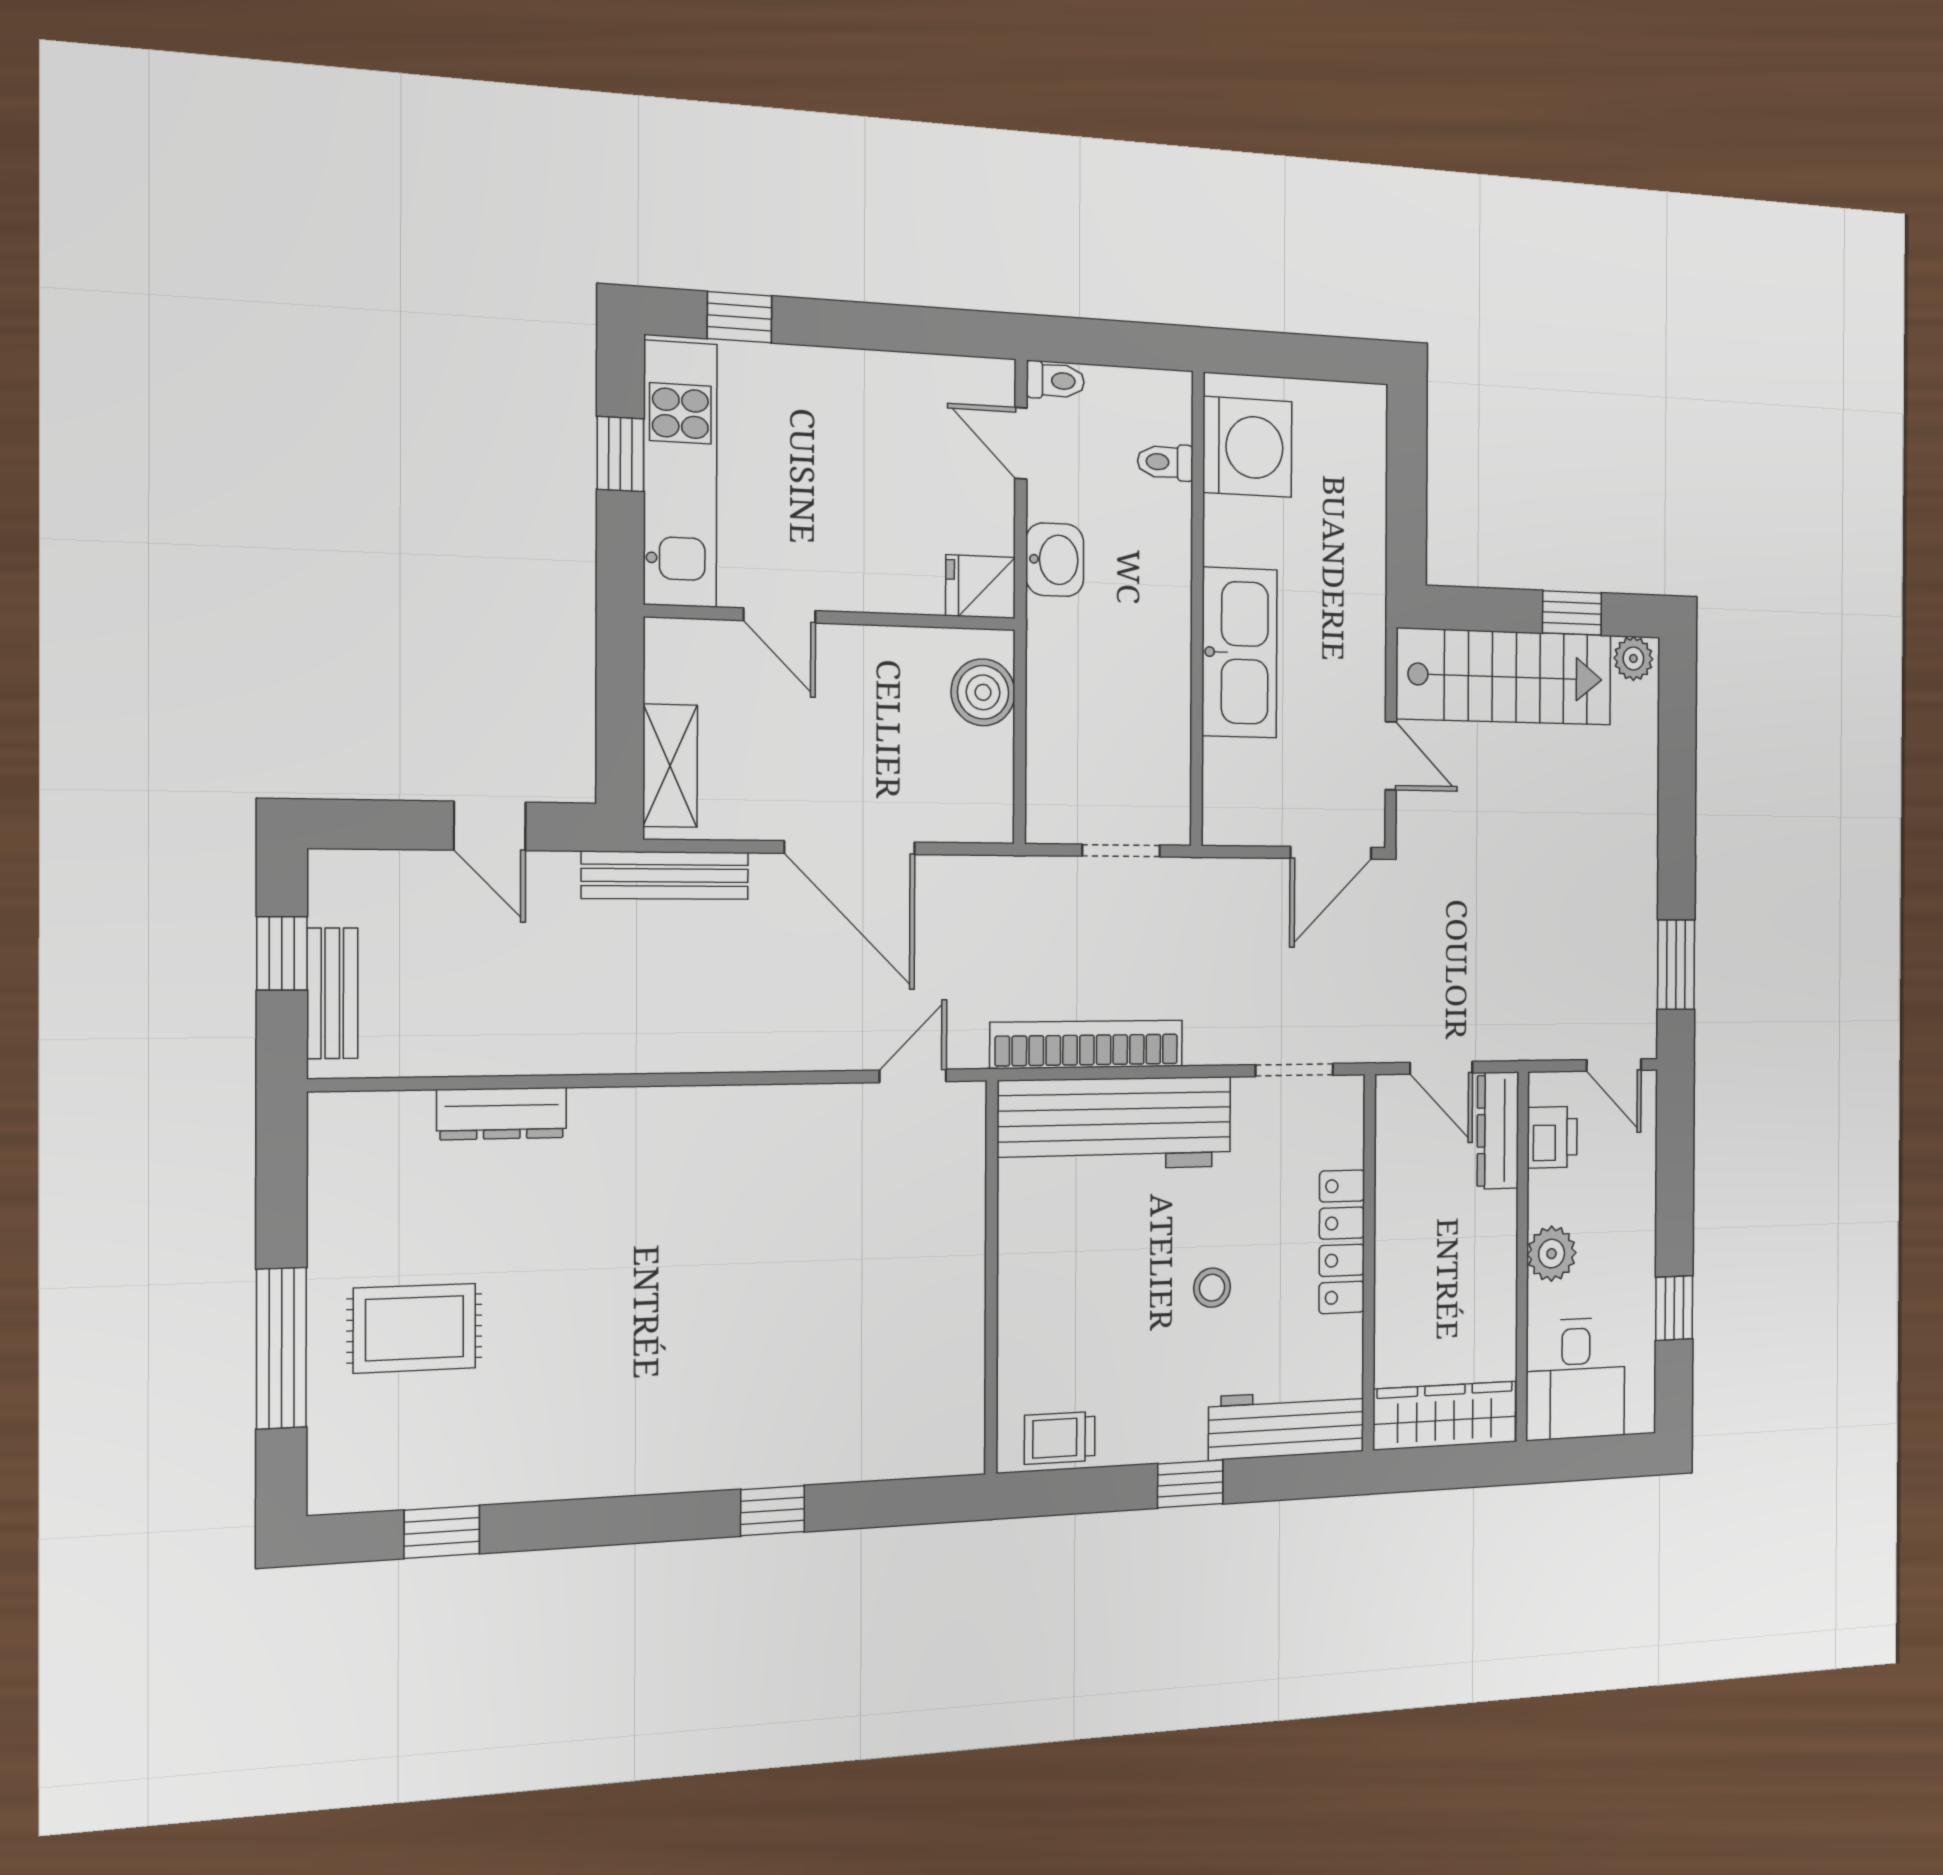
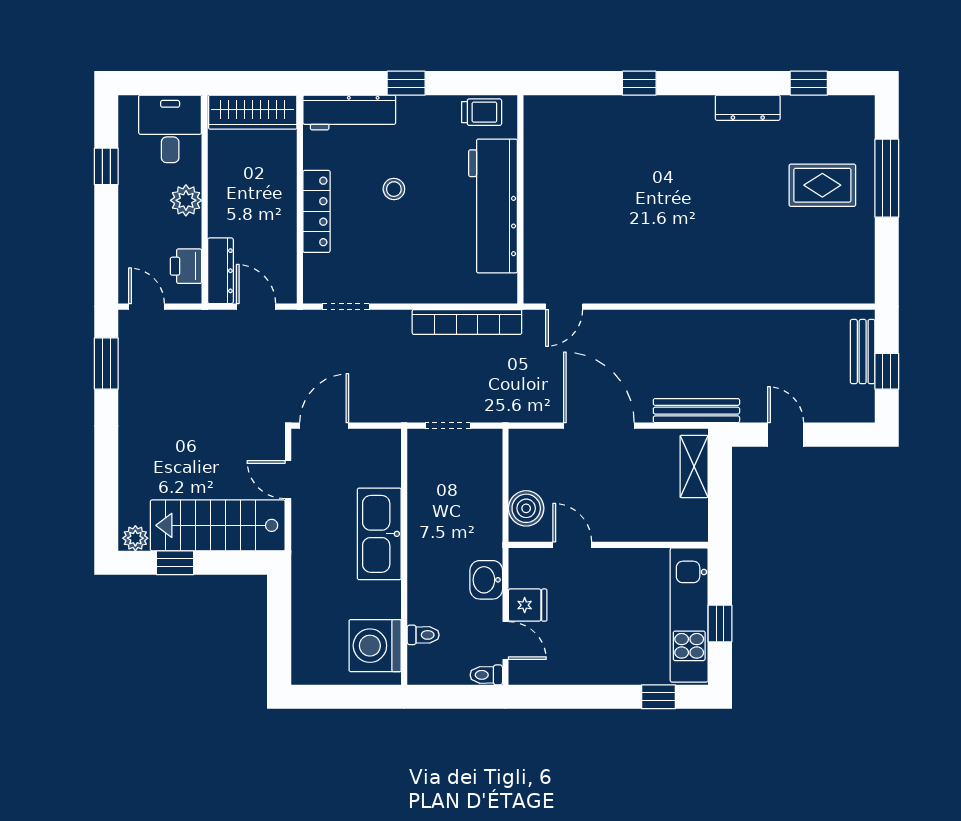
fridge: (981, 587) -> (528, 605), moved
door: (780, 616) -> (572, 545), moved
dresser: (502, 1114) -> (748, 108), moved, turned 180
workbench: (1115, 1124) -> (493, 206), moved, turned -90

